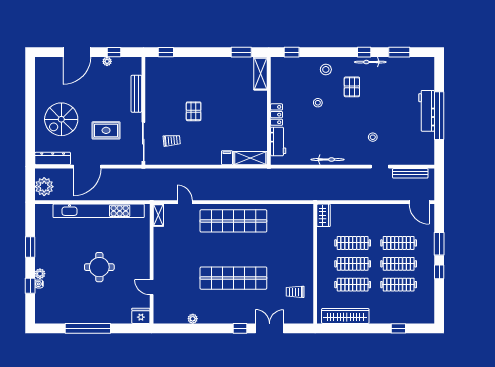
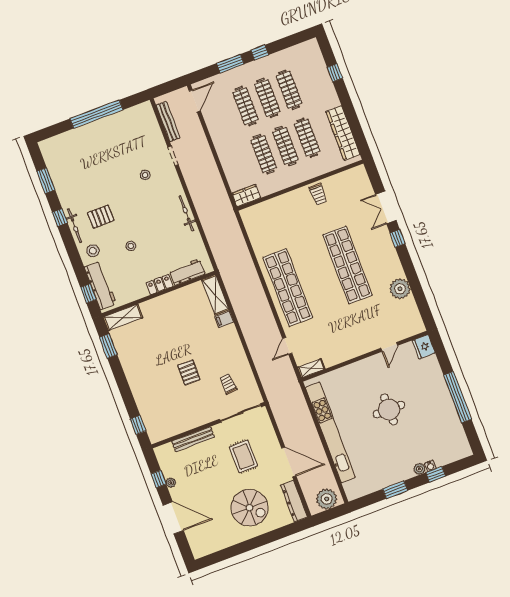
bicycle: (370, 62) -> (75, 226), moved
pallet: (194, 111) -> (189, 372), turned 90
workbench: (427, 111) -> (100, 285), moved, turned -90
trolley: (295, 292) -> (318, 194), moved
plant: (193, 319) -> (400, 289), width x1.88, depth x1.88

